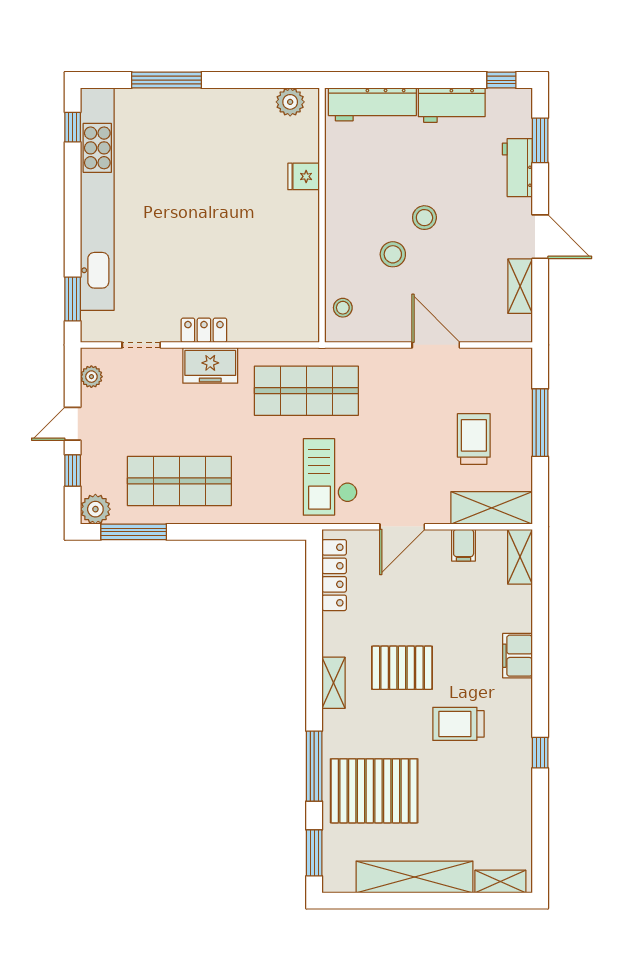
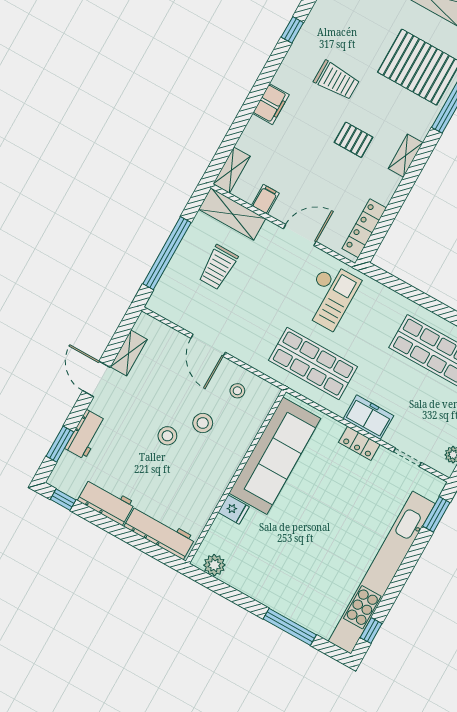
sofa: (291, 263) -> (275, 456), added
stool: (343, 308) -> (237, 391), moved
window: (540, 423) -> (167, 253), width x1.46
pallet: (402, 668) -> (354, 140), width x0.67, depth x0.71

